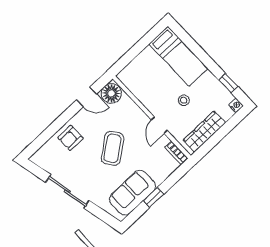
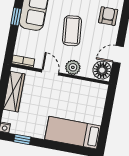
stool: (184, 100) -> (46, 103), removed
plant: (136, 115) -> (73, 67), added
coffee table: (113, 148) -> (72, 31), turned 31

